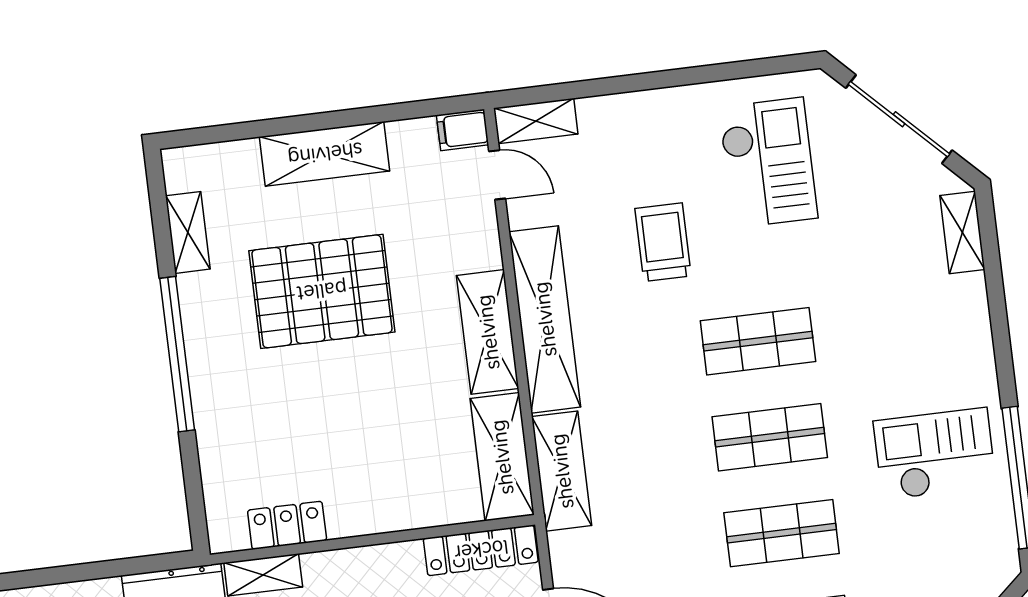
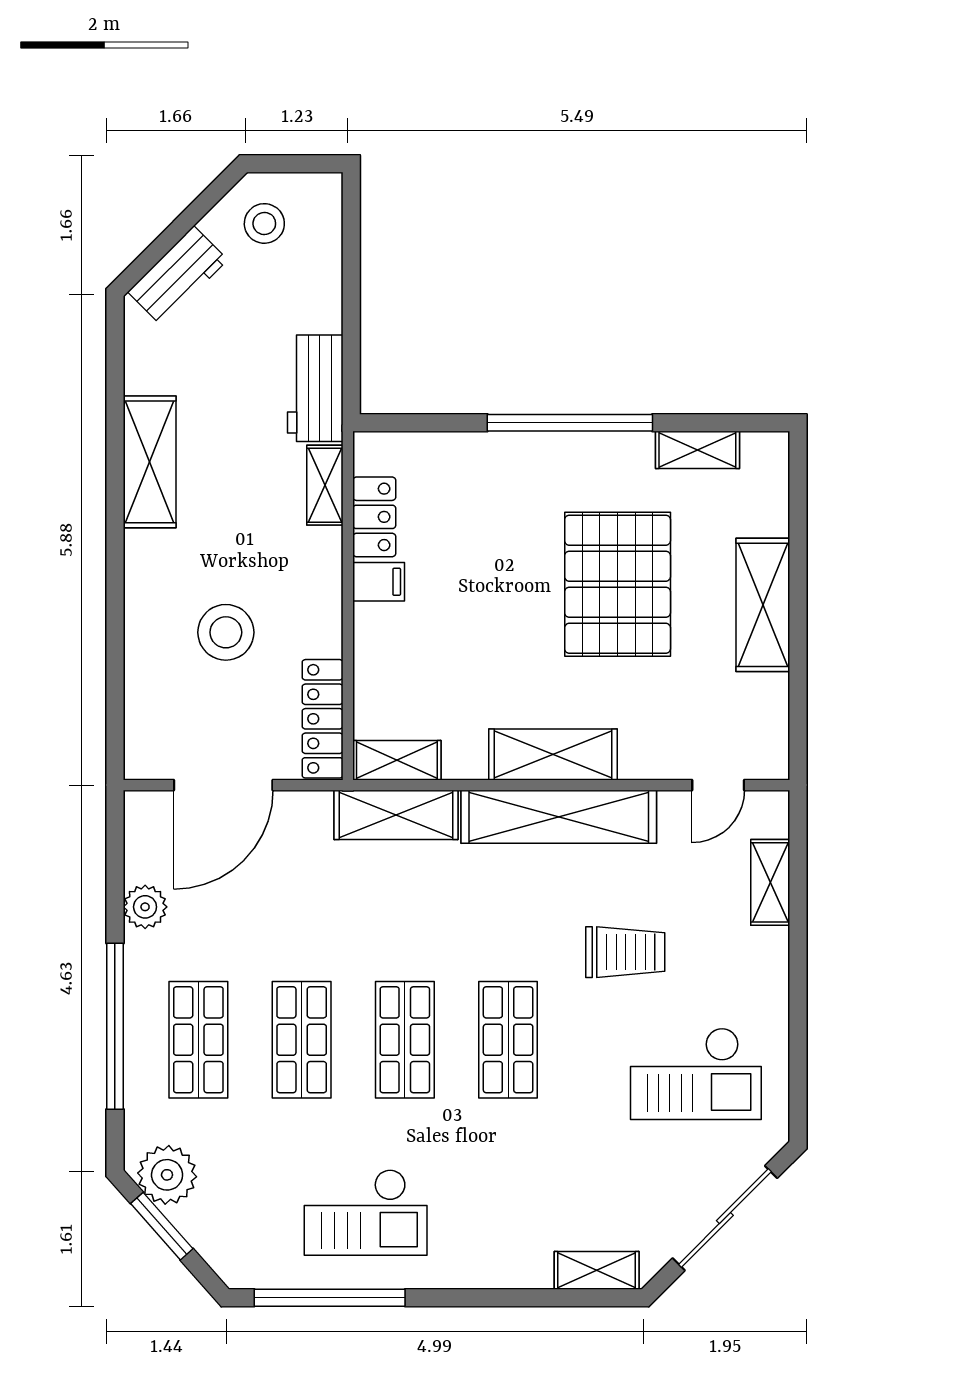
shelving: (536, 121) -> (770, 882), moved
filing cabinet: (463, 130) -> (379, 582), moved, turned 90
checkout: (935, 454) -> (366, 1212), turned 90
shelving: (502, 457) -> (397, 760), width x0.67, depth x0.75

